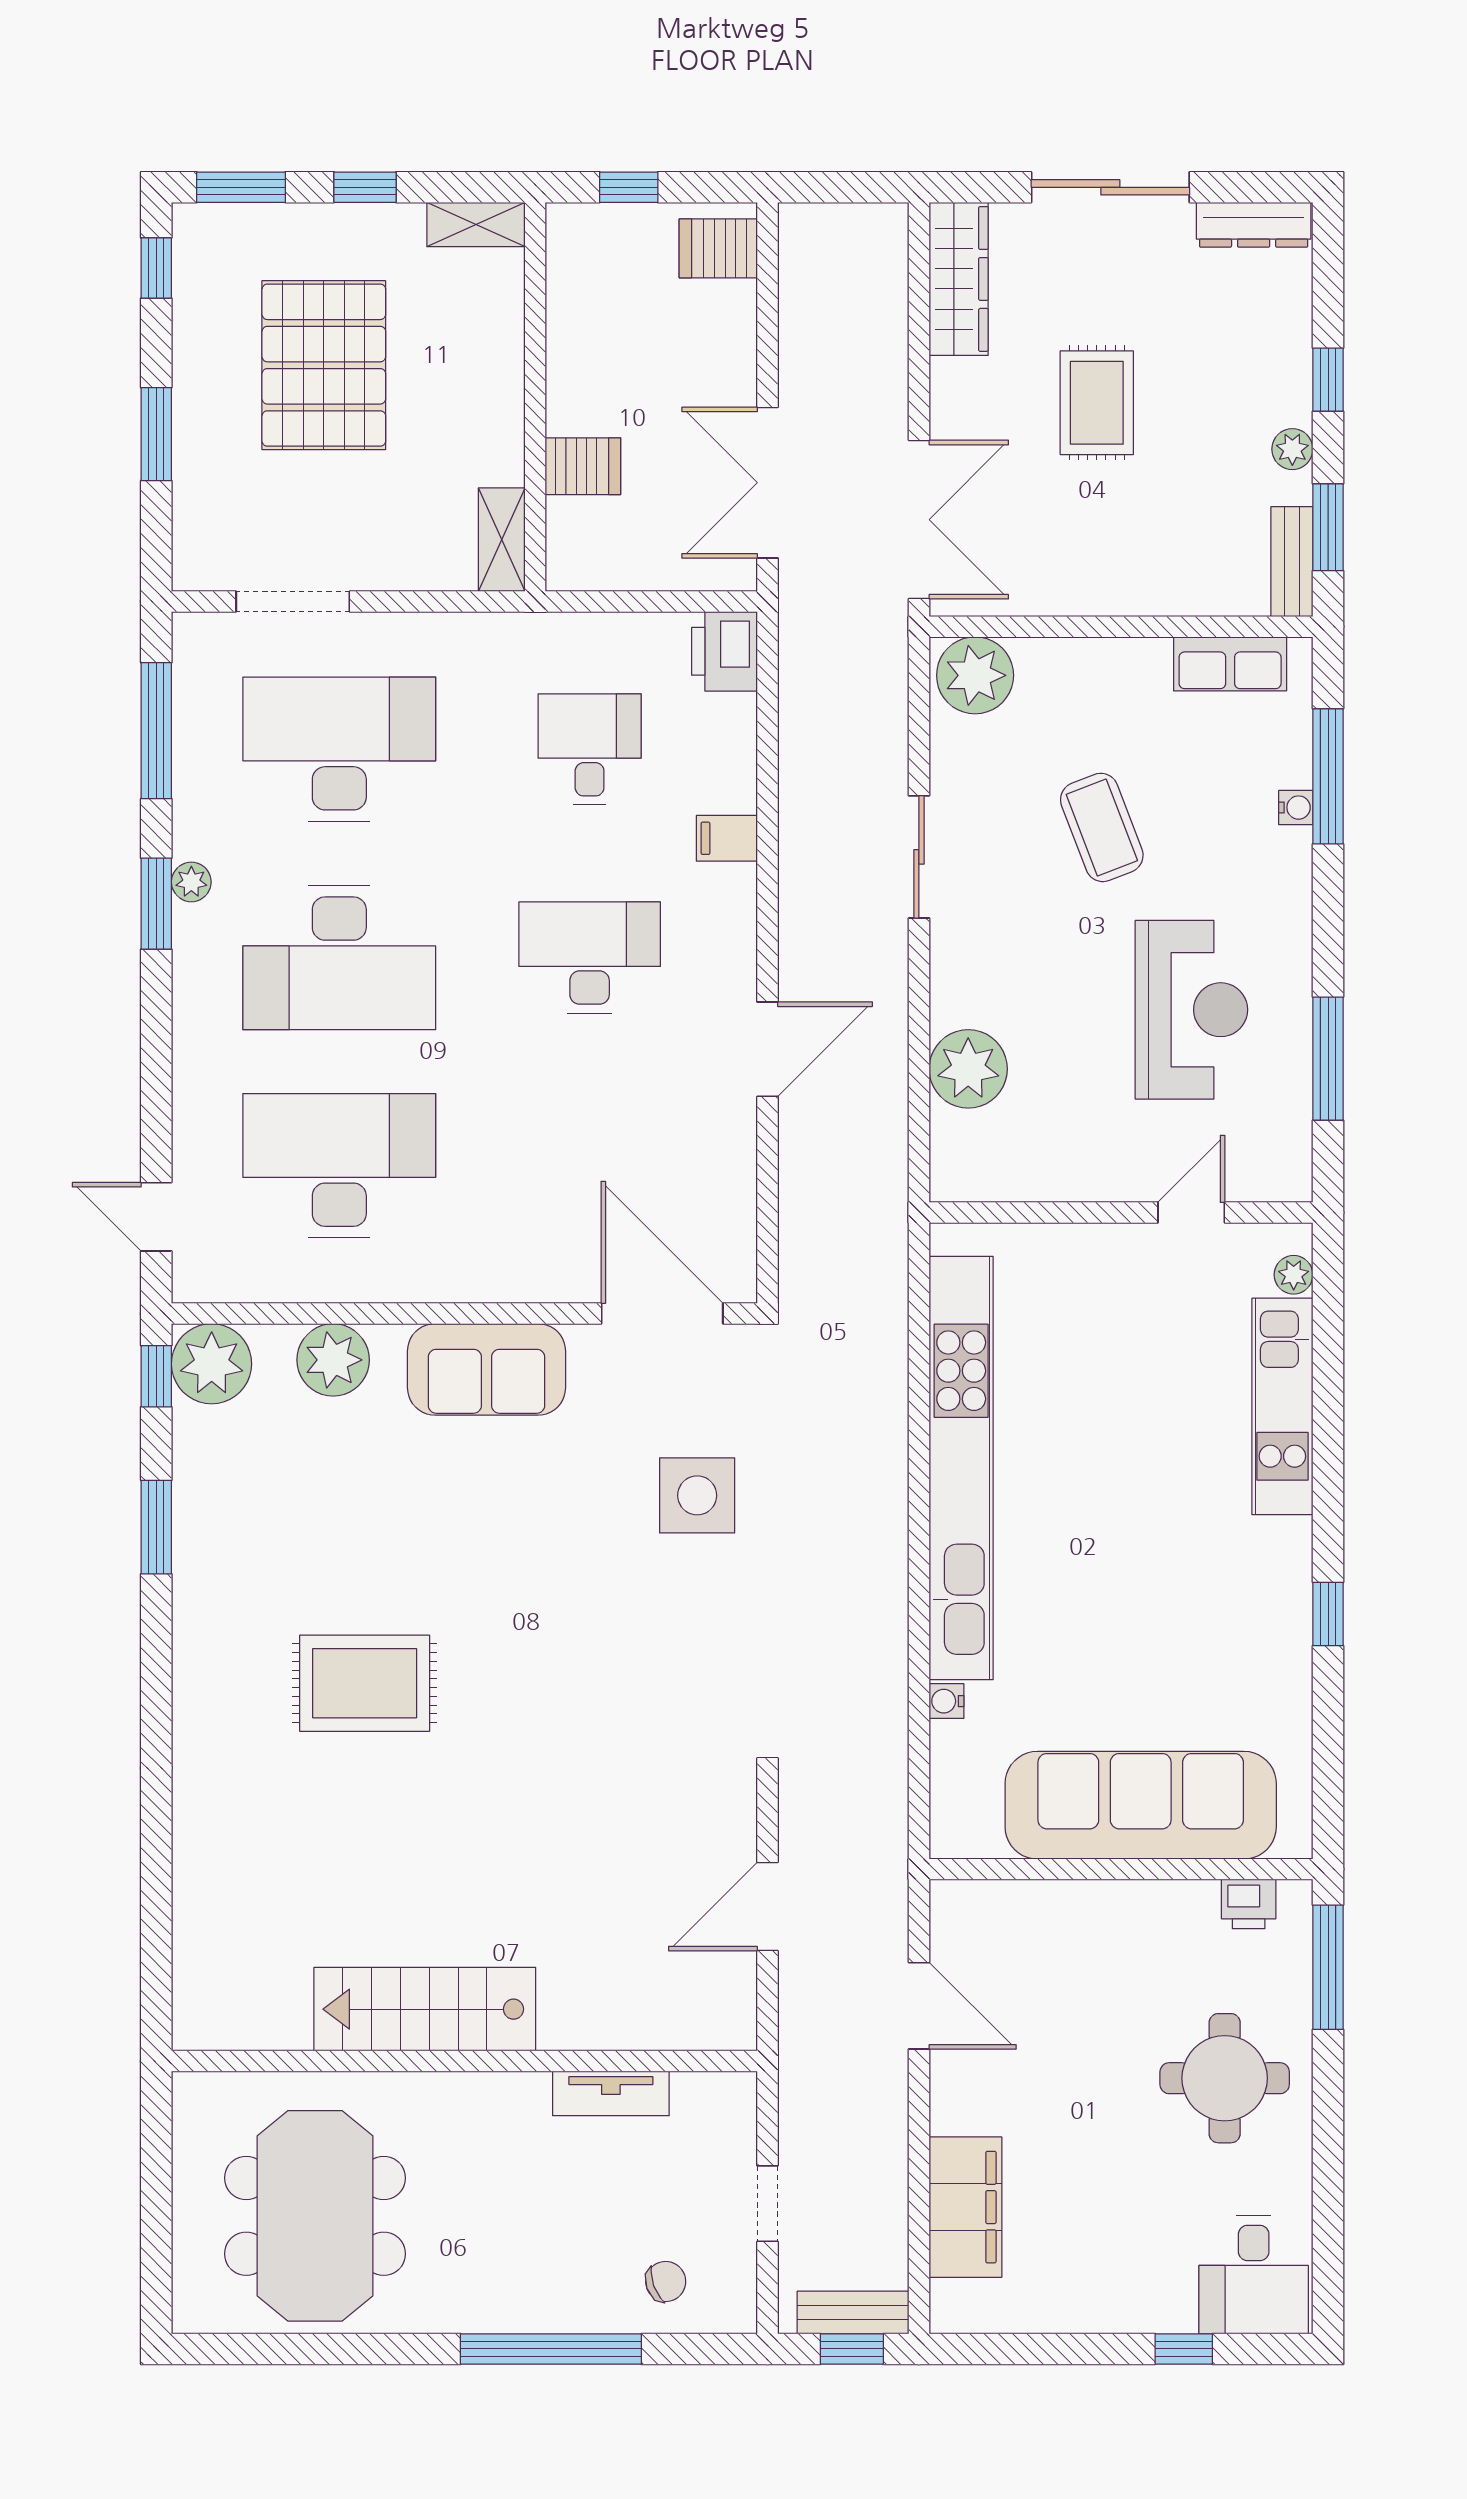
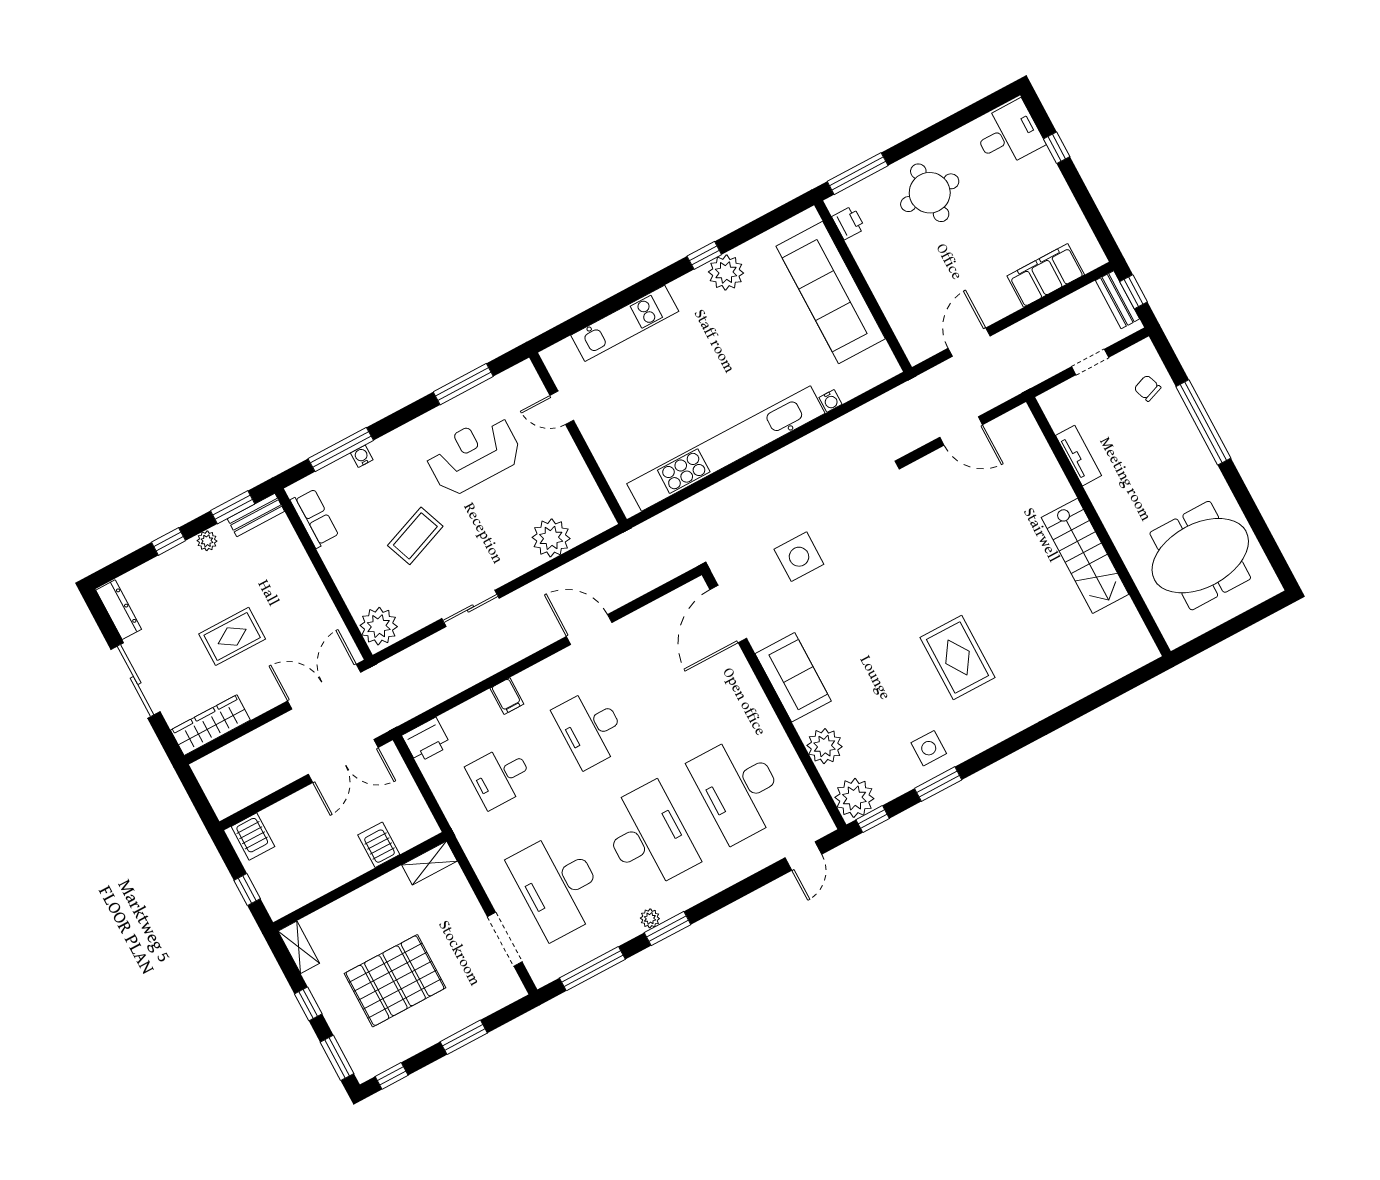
plant: (1294, 1275) -> (726, 272), moved, width x1.88, depth x1.88
side table: (230, 1545) -> (929, 748), added

